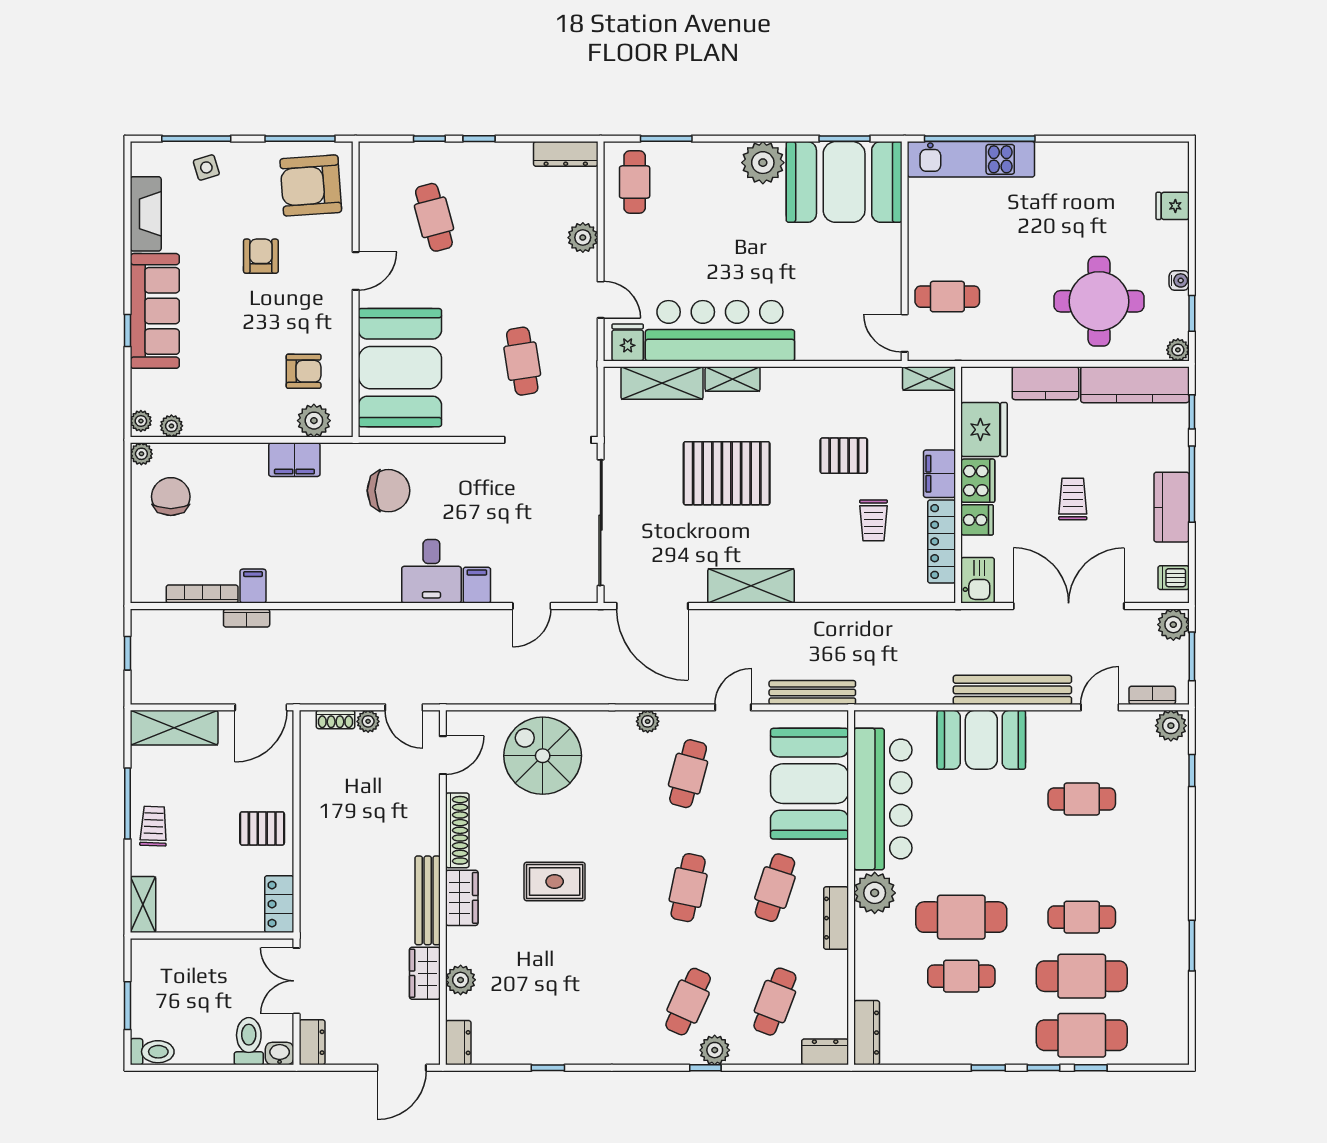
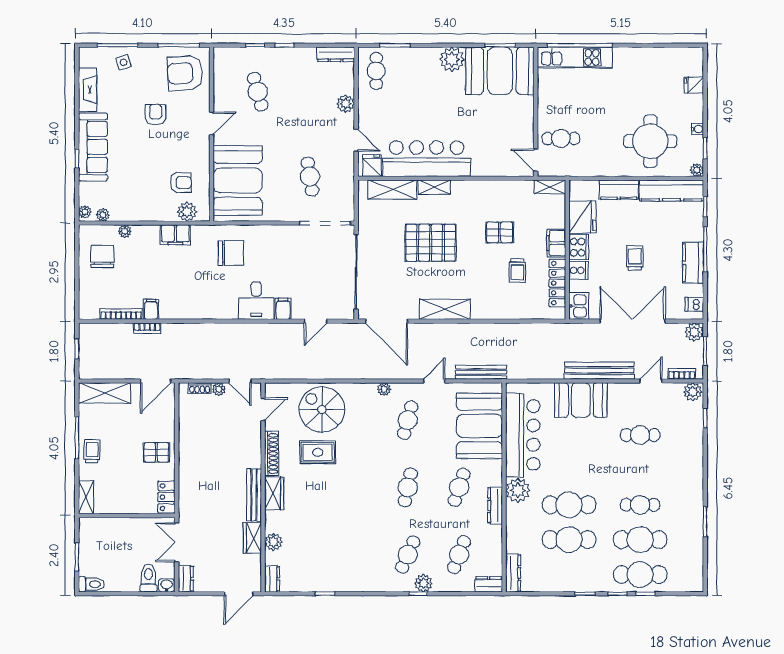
plant: (141, 454) -> (125, 231), moved
rug: (555, 881) -> (318, 452), moved
cafe table: (961, 976) -> (569, 540), width x1.37, depth x1.35

